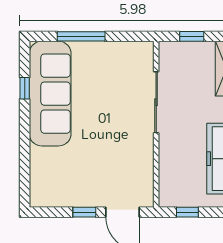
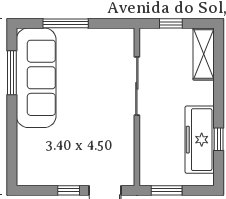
window: (25, 88) -> (12, 73), width x2.17
window: (187, 212) -> (167, 190), width x1.50

